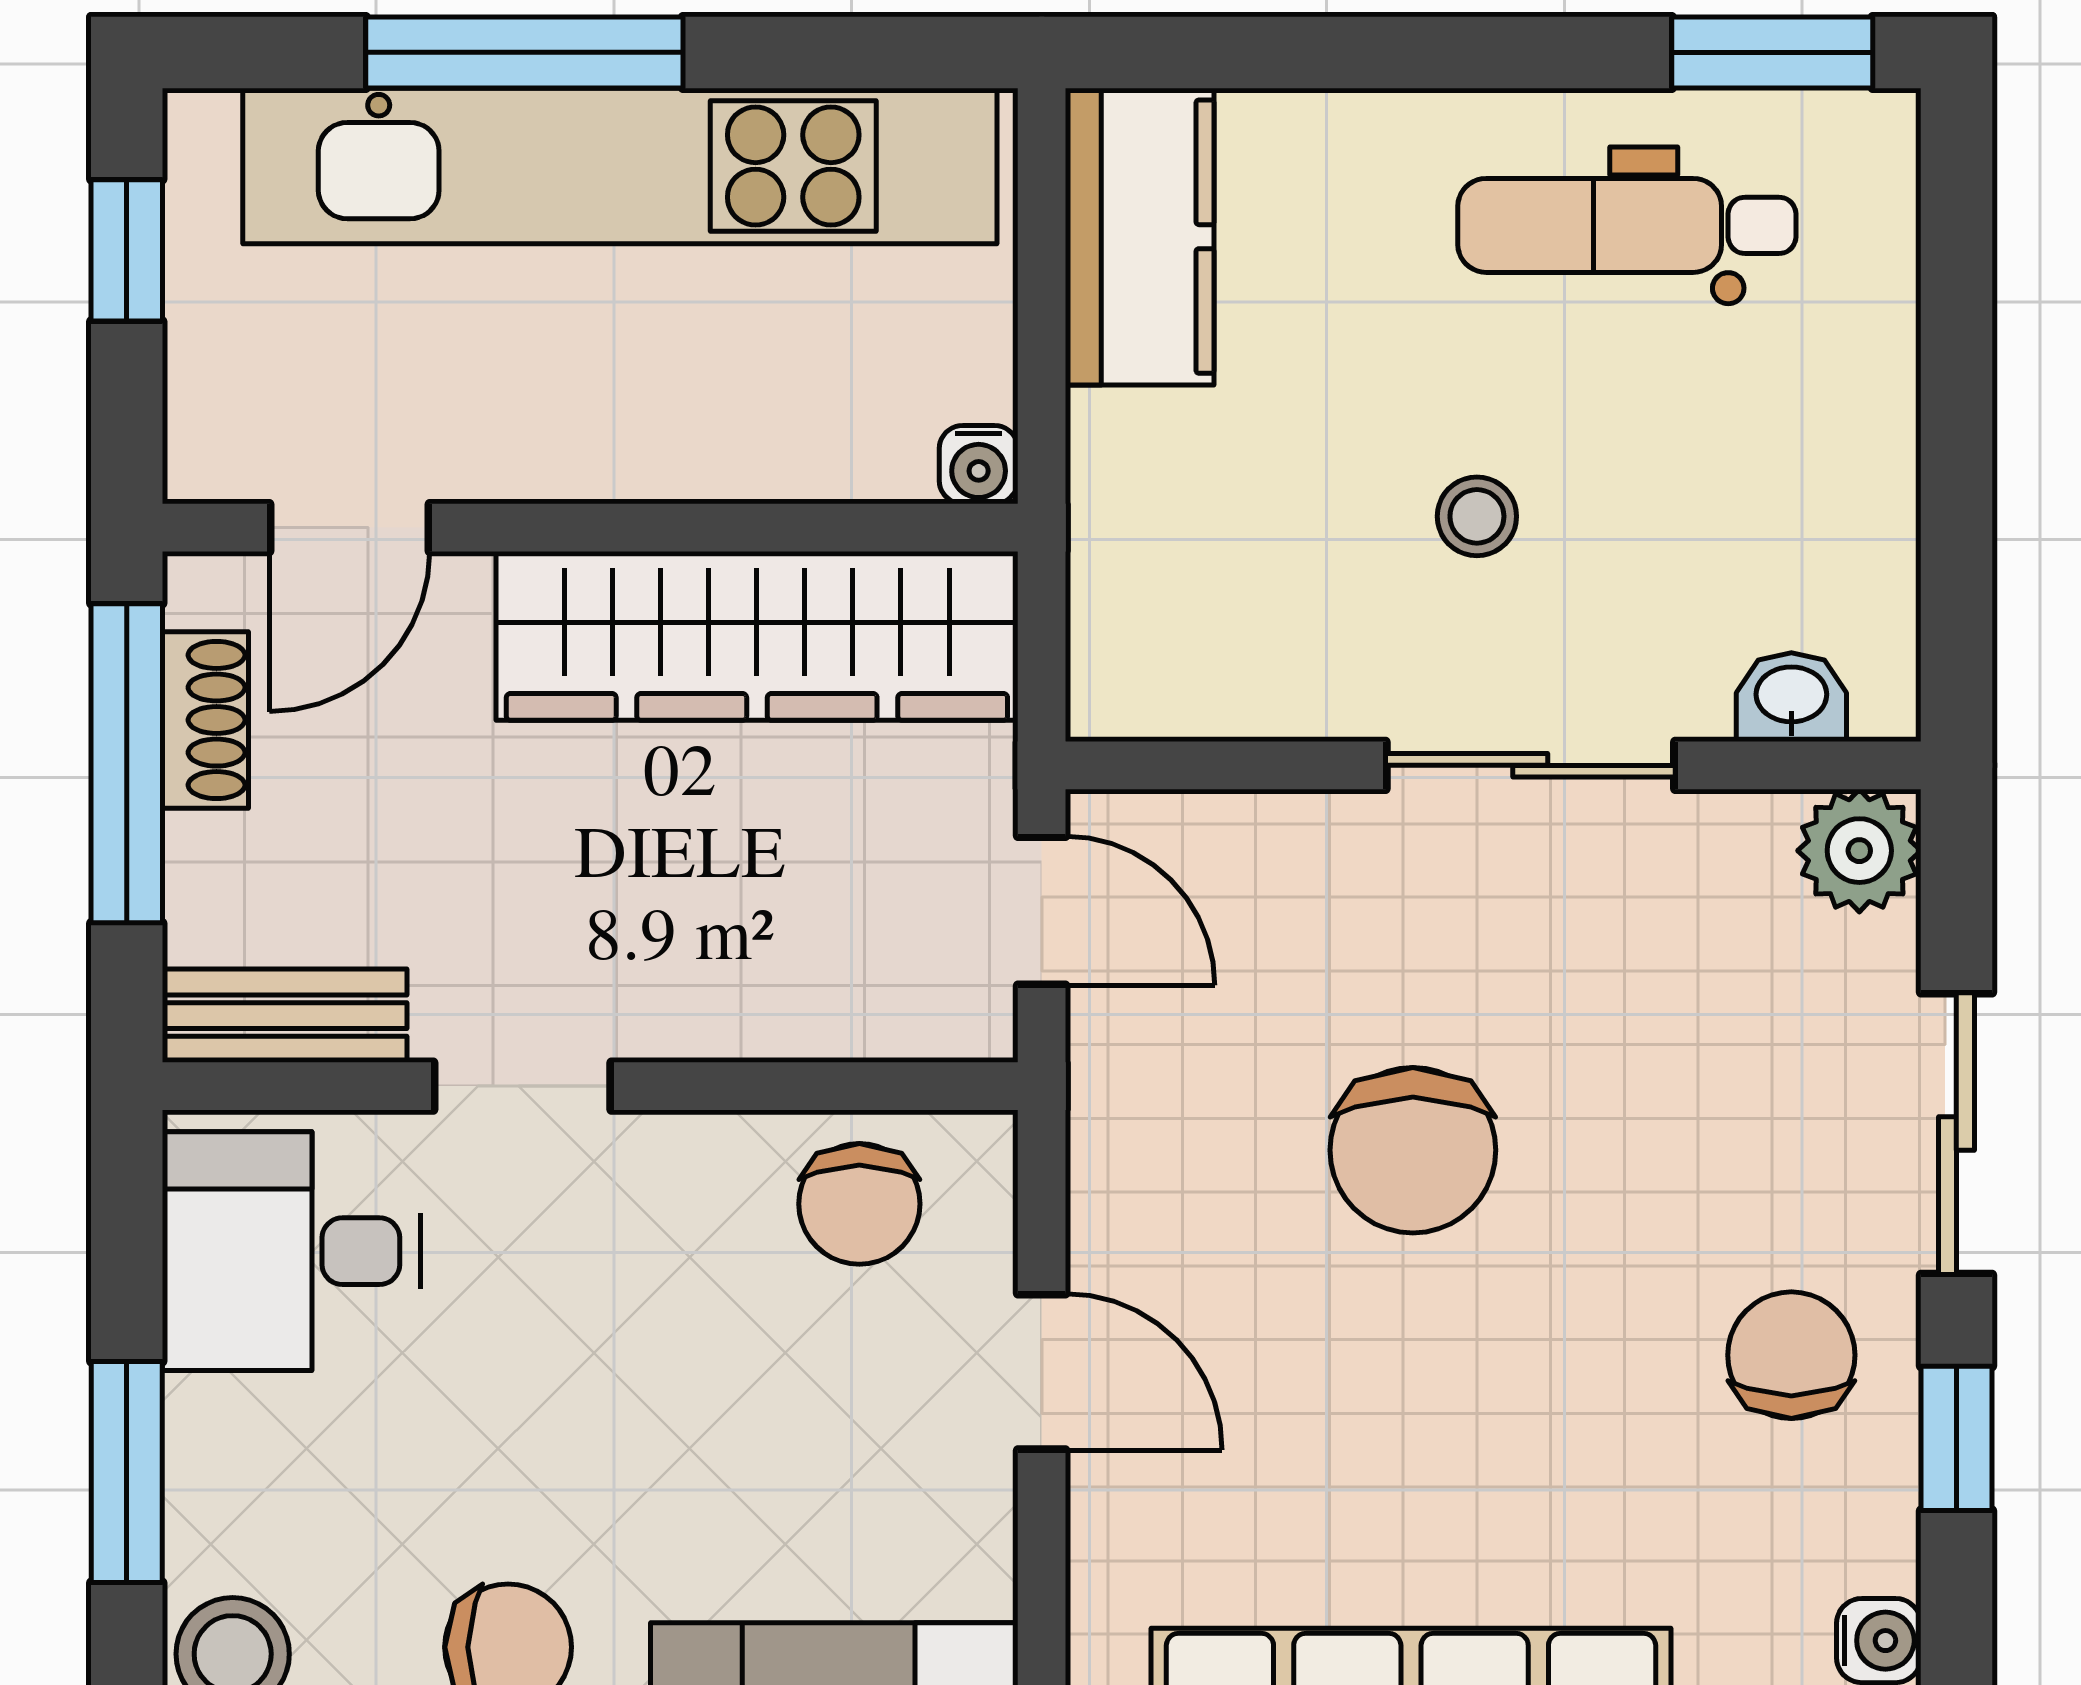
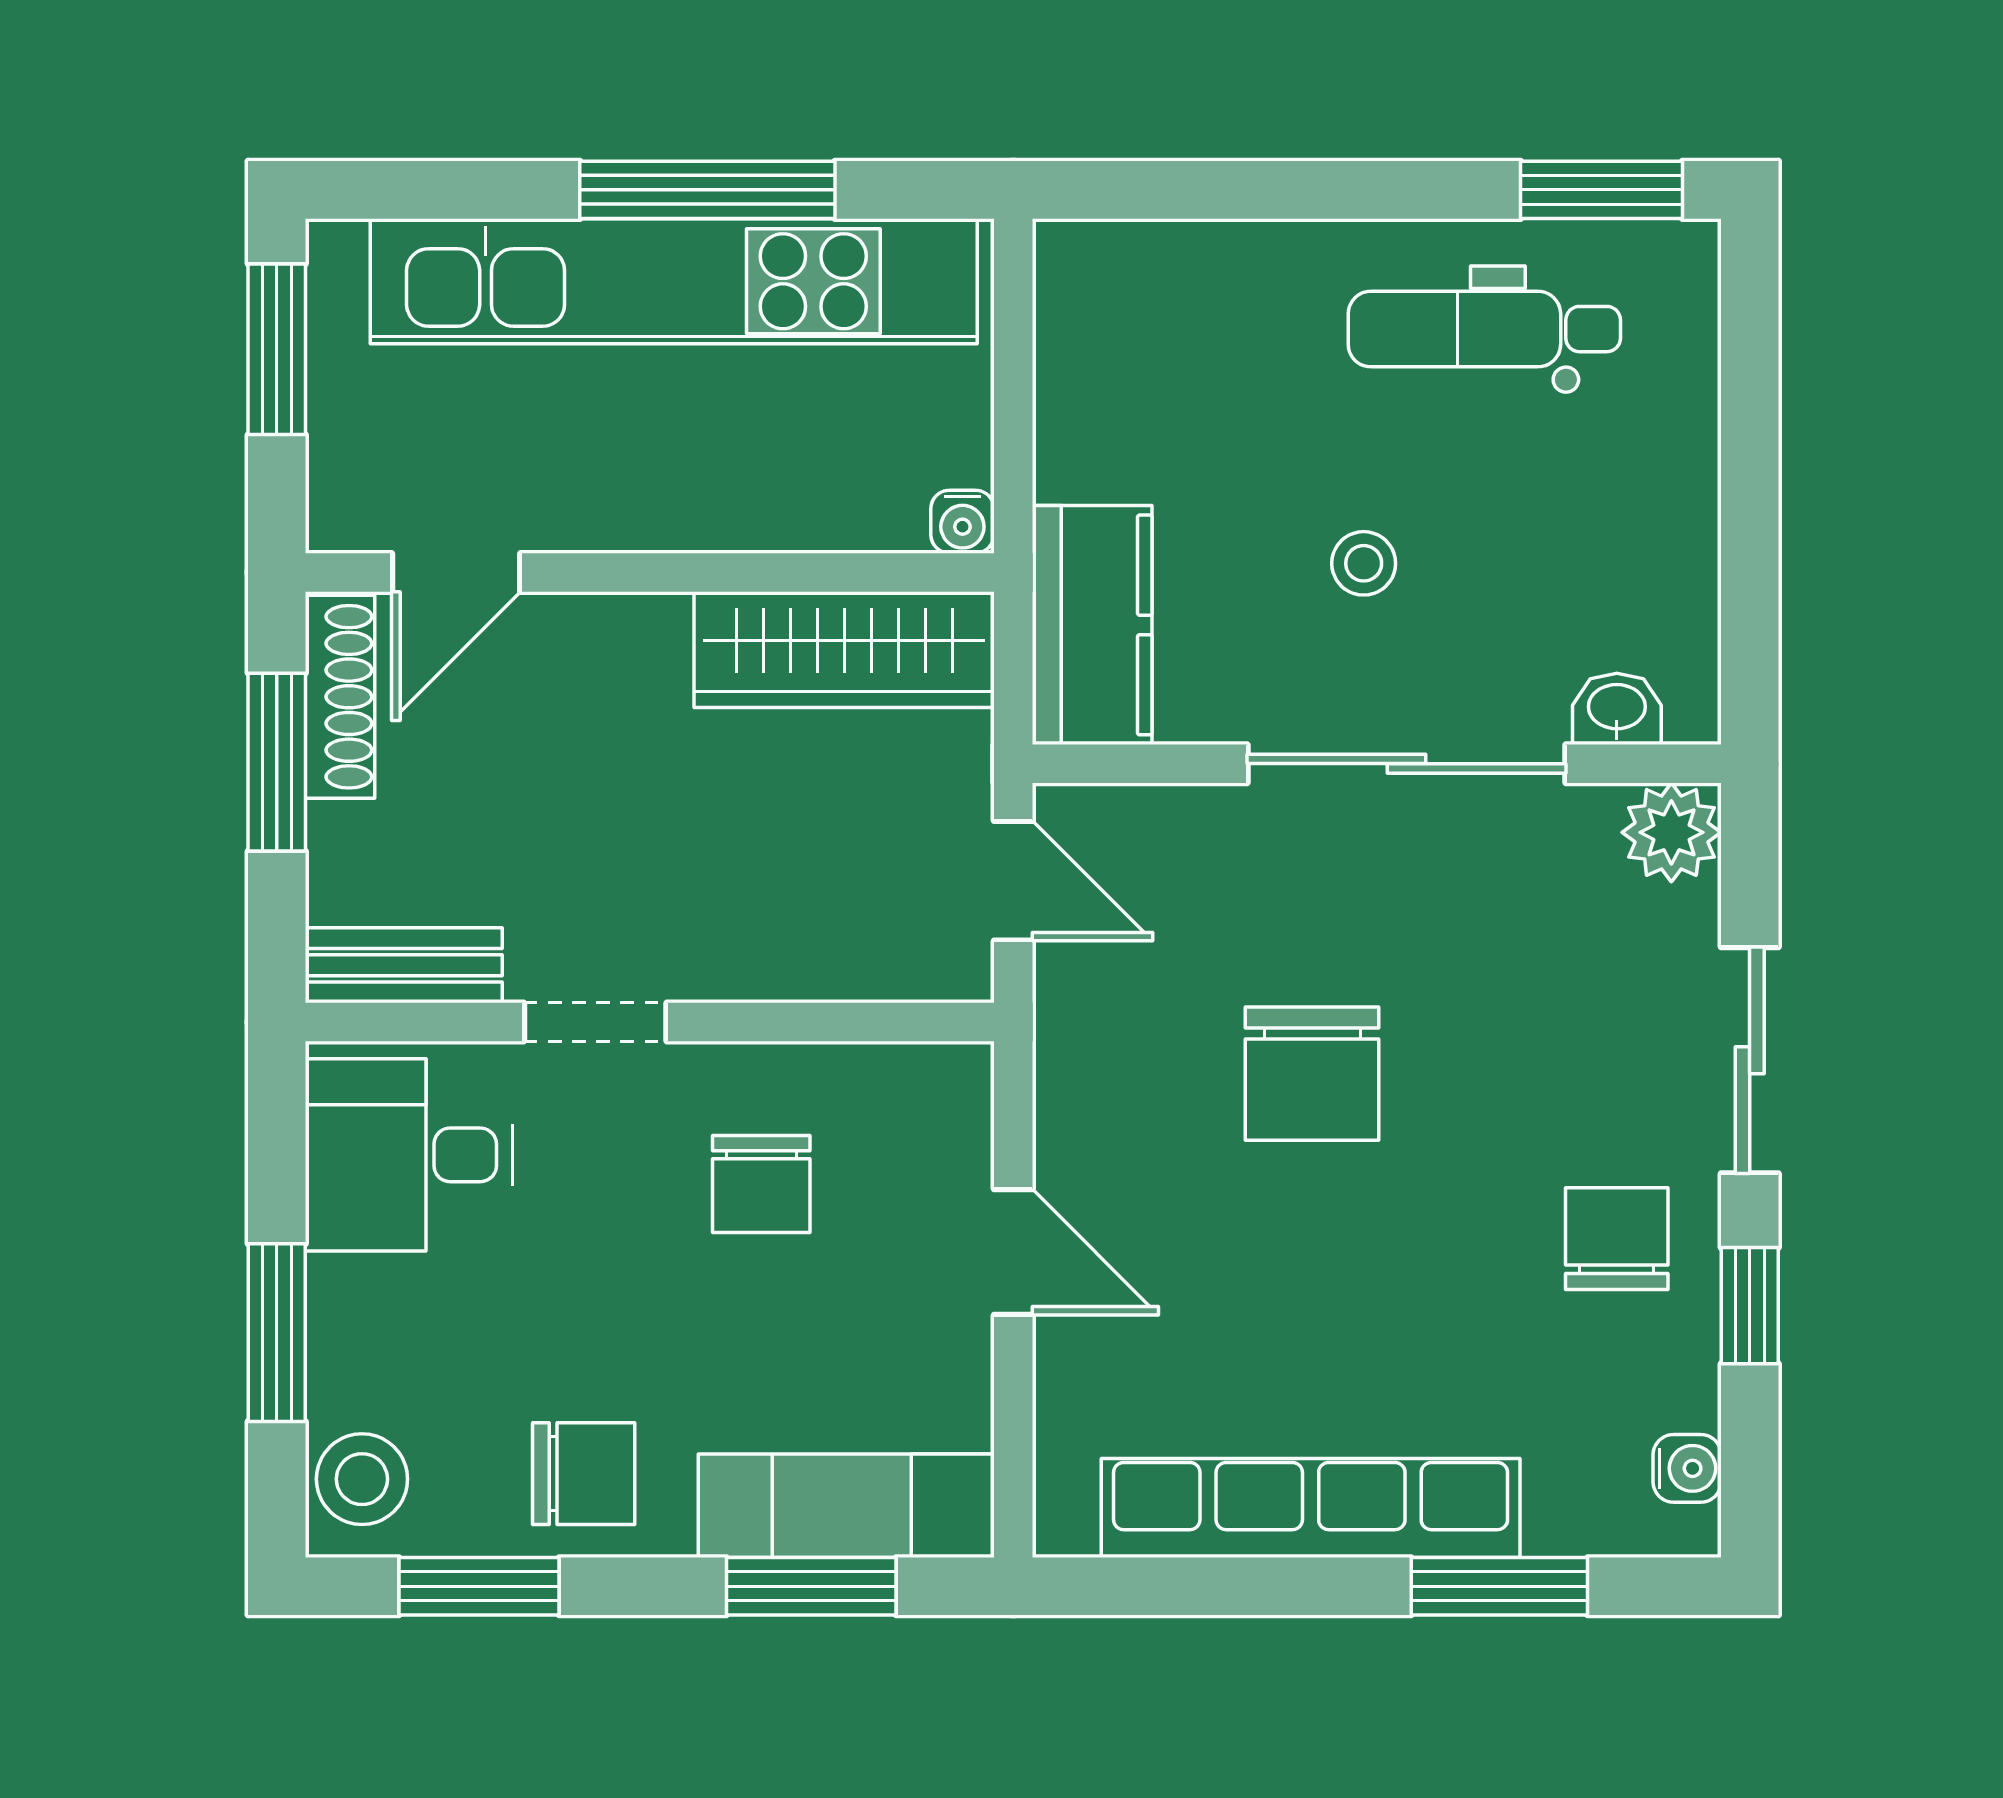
window: (524, 52) -> (707, 190), moved
kitchen counter: (1140, 237) -> (1092, 625), moved
window: (127, 250) -> (277, 349), width x1.50
wardrobe: (757, 636) -> (844, 650), width x0.71, depth x0.85
shoe rack: (205, 720) -> (340, 697), width x1.43
window: (127, 763) -> (277, 762), width x0.69
sliding door: (1530, 765) -> (1407, 764), width x1.37
chair: (859, 1204) -> (761, 1184), moved

